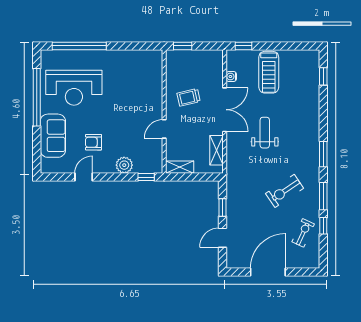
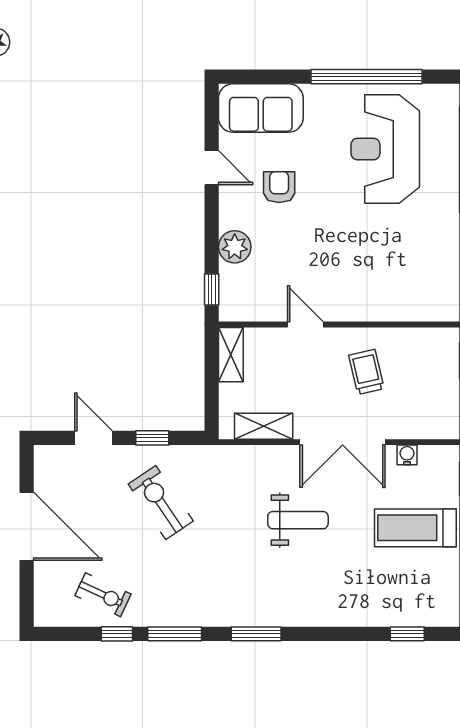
sofa: (53, 136) -> (261, 108), moved
exercise bike: (285, 191) -> (161, 503), moved

